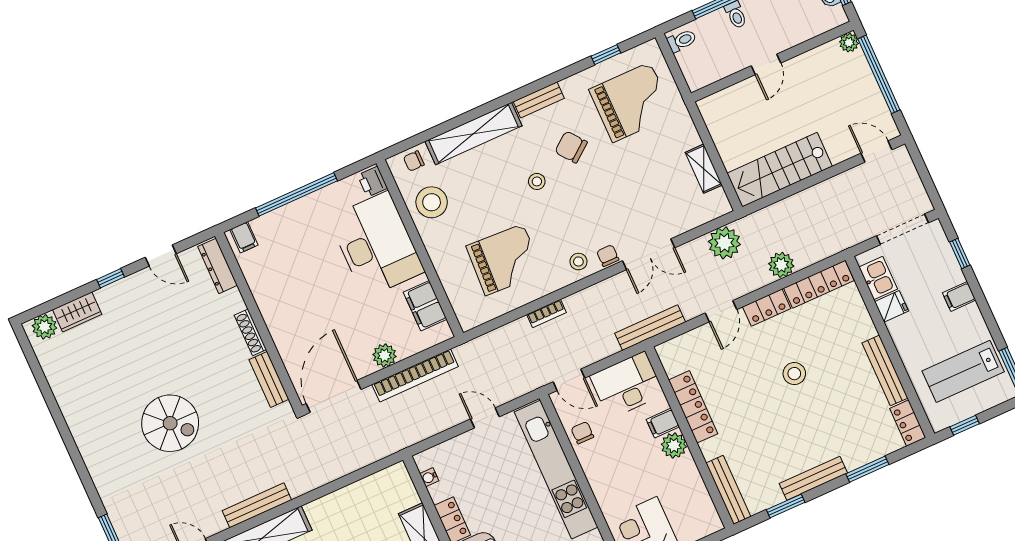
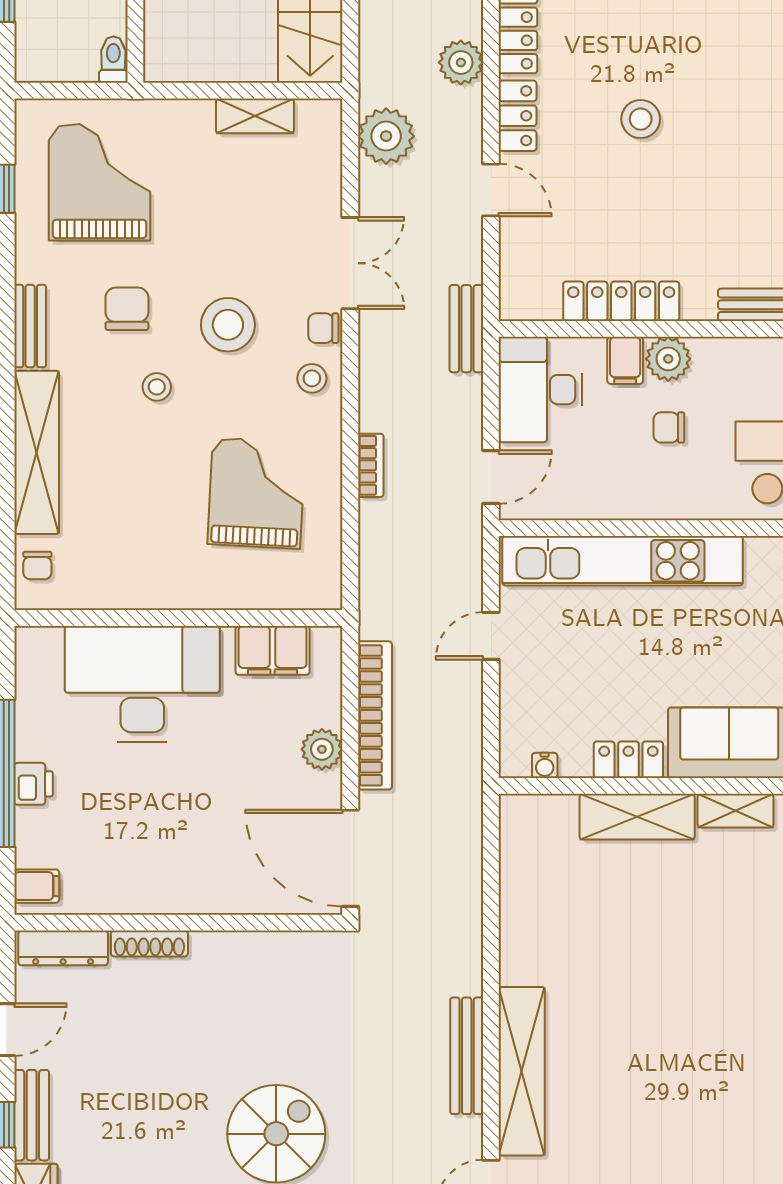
toilet: (682, 41) -> (113, 60), moved
chair: (571, 147) -> (127, 309), turned 128
printer: (372, 182) -> (34, 784), moved, turned -90
stool: (432, 202) -> (228, 325), moved
bench: (650, 328) -> (466, 329), width x0.73
shoe rack: (250, 332) -> (149, 944), moved
bench: (269, 379) -> (32, 1115), moved, turned 90
chair: (582, 433) -> (669, 427), moved

